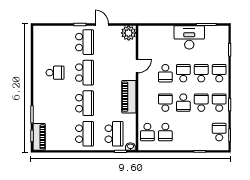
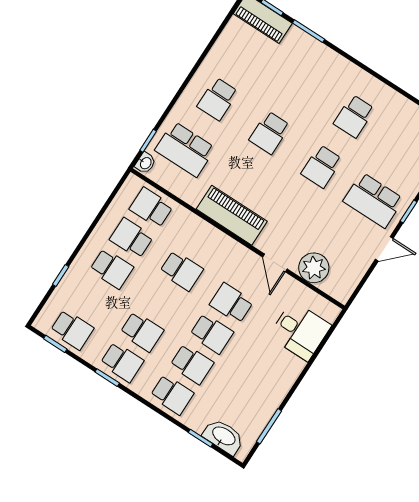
plant: (129, 33) -> (314, 268), moved
desk: (189, 37) -> (300, 331), moved, width x0.73
washbasin: (223, 41) -> (223, 436), added
school desk: (85, 73) -> (322, 166), width x0.54
school desk: (85, 103) -> (270, 133), width x0.54
school desk: (183, 103) -> (112, 269), moved, turned 180
school desk: (85, 134) -> (218, 99), width x0.54

